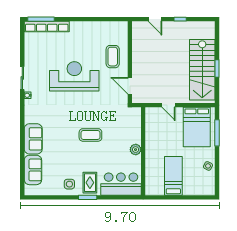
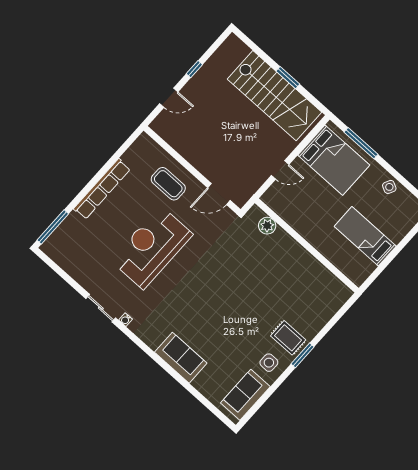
row of seats: (47, 26) -> (102, 189), moved
coffee table: (90, 135) -> (235, 289), removed
plant: (136, 150) -> (267, 226), moved
sofa: (33, 170) -> (245, 395), moved, turned -90
bar counter: (121, 184) -> (321, 304), removed

